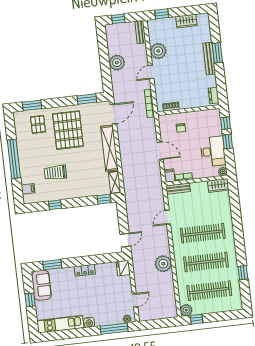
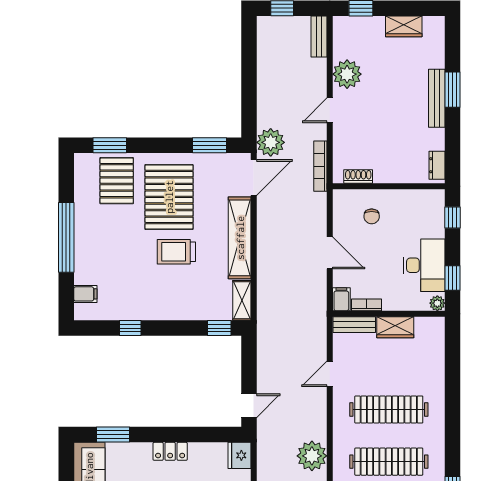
plant: (117, 63) -> (271, 142), moved
pallet: (38, 124) -> (117, 181), width x1.50, depth x1.42
window: (228, 142) -> (453, 278), moved
trolley: (55, 173) -> (176, 252), moved
wardrobe: (218, 185) -> (395, 327), moved

